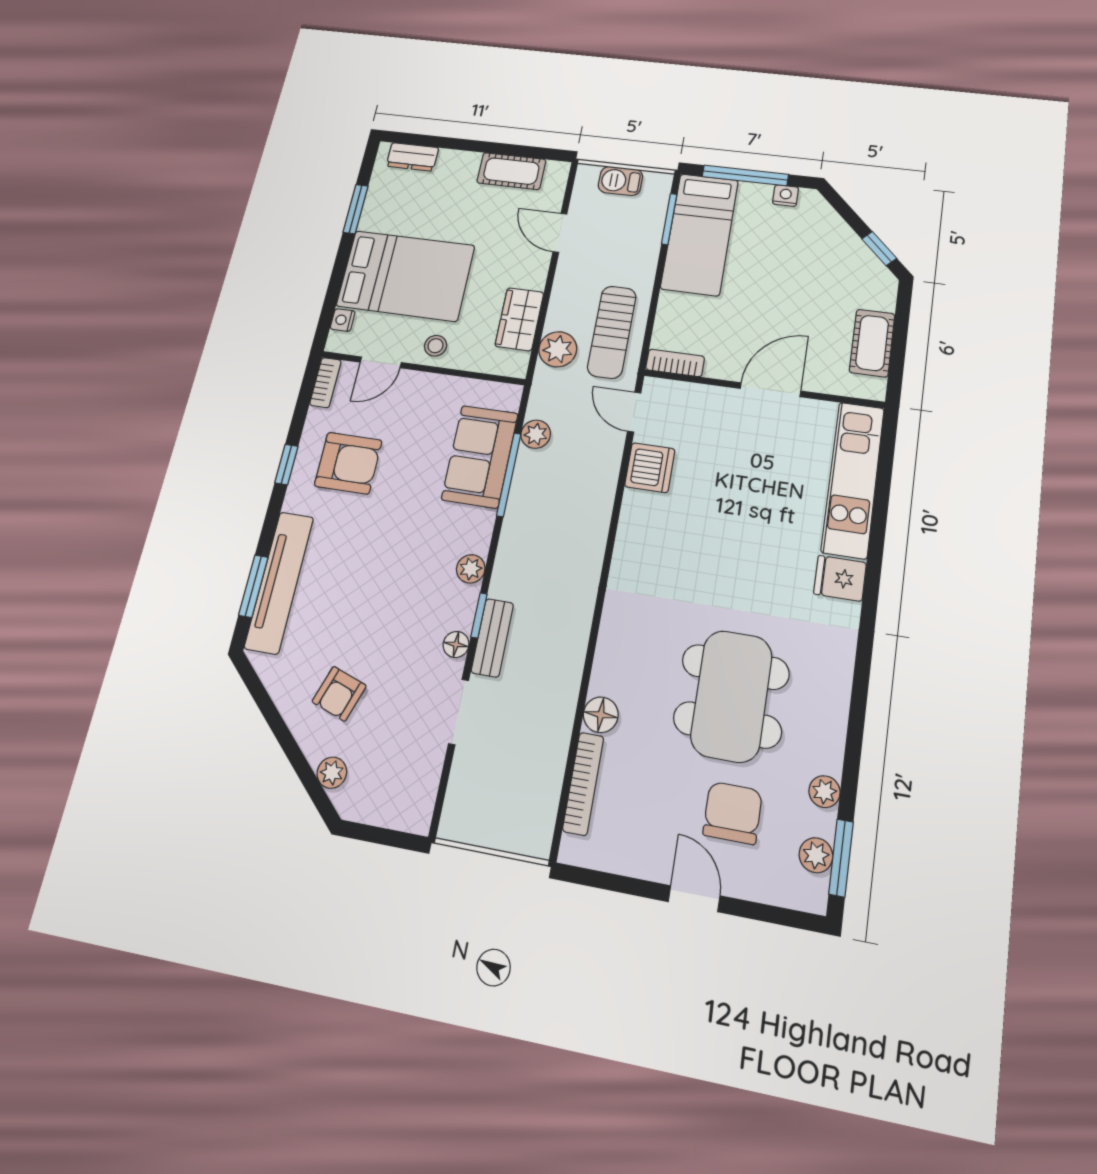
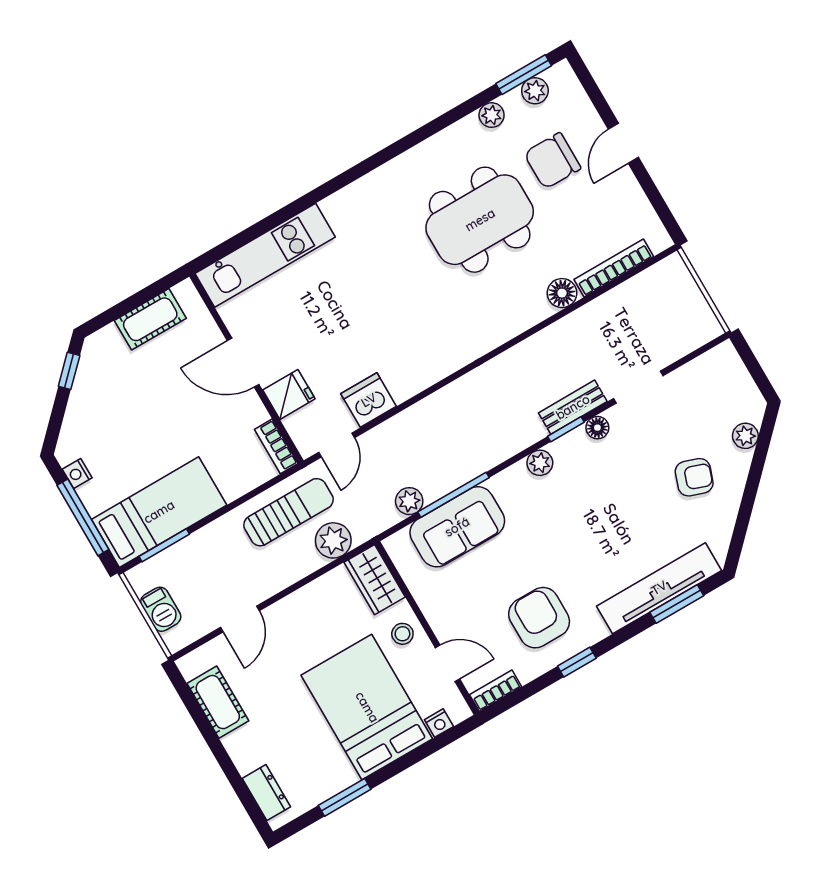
wardrobe: (519, 319) -> (375, 580), moved, turned 90
fridge: (840, 578) -> (289, 394), moved, turned -90

